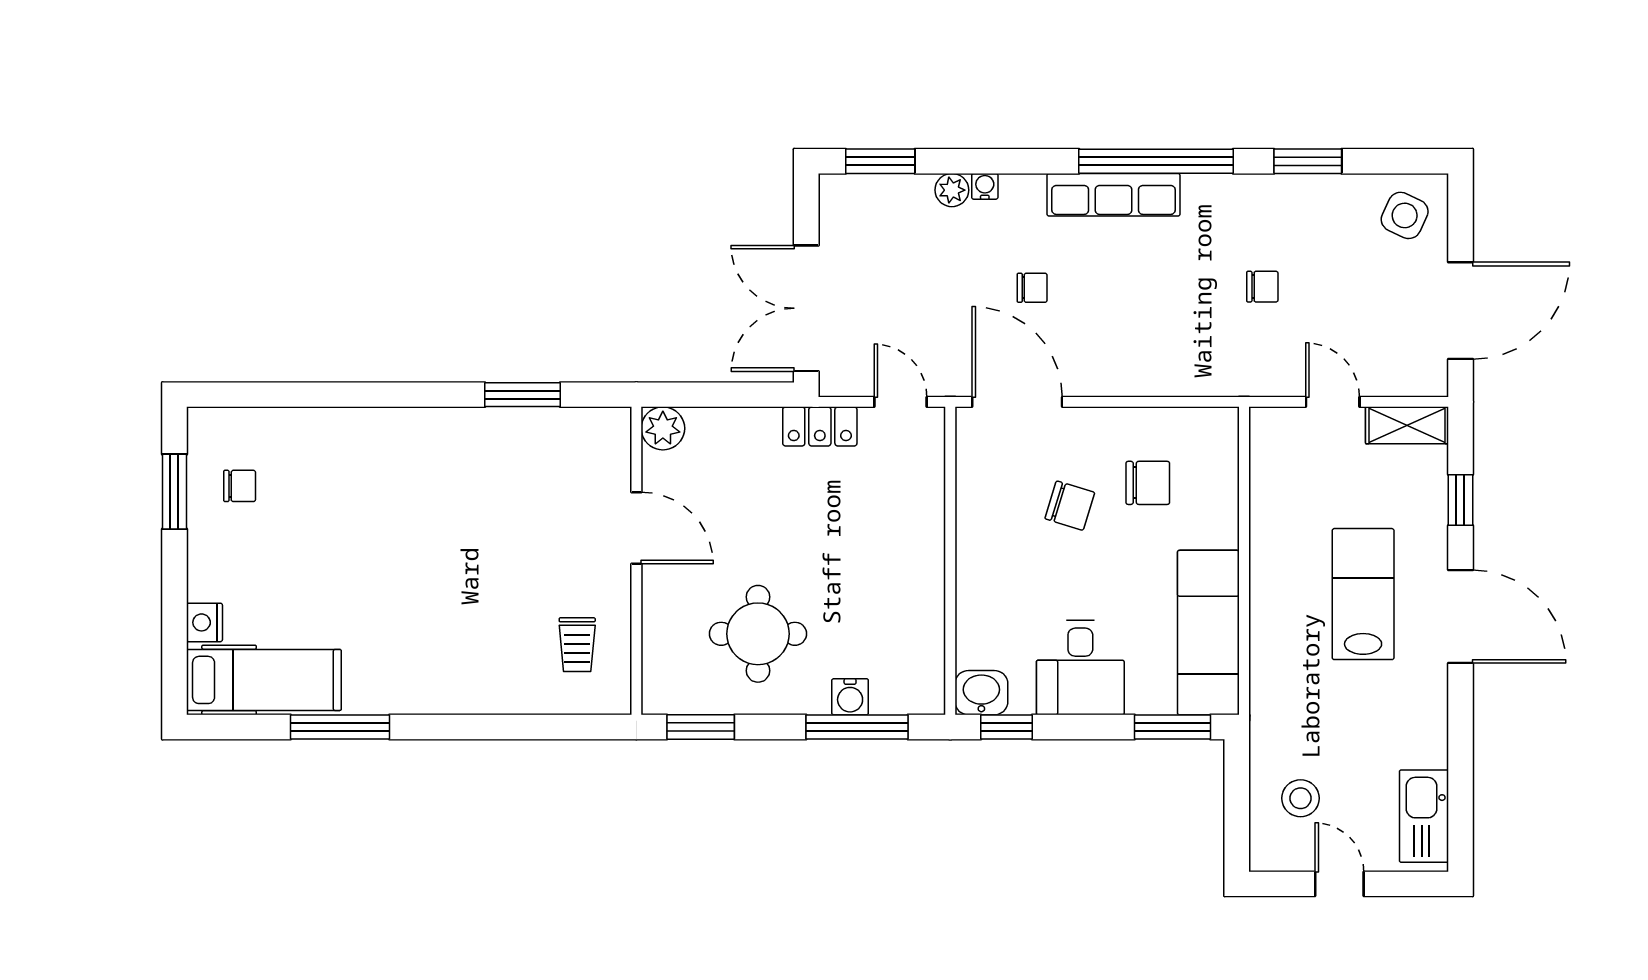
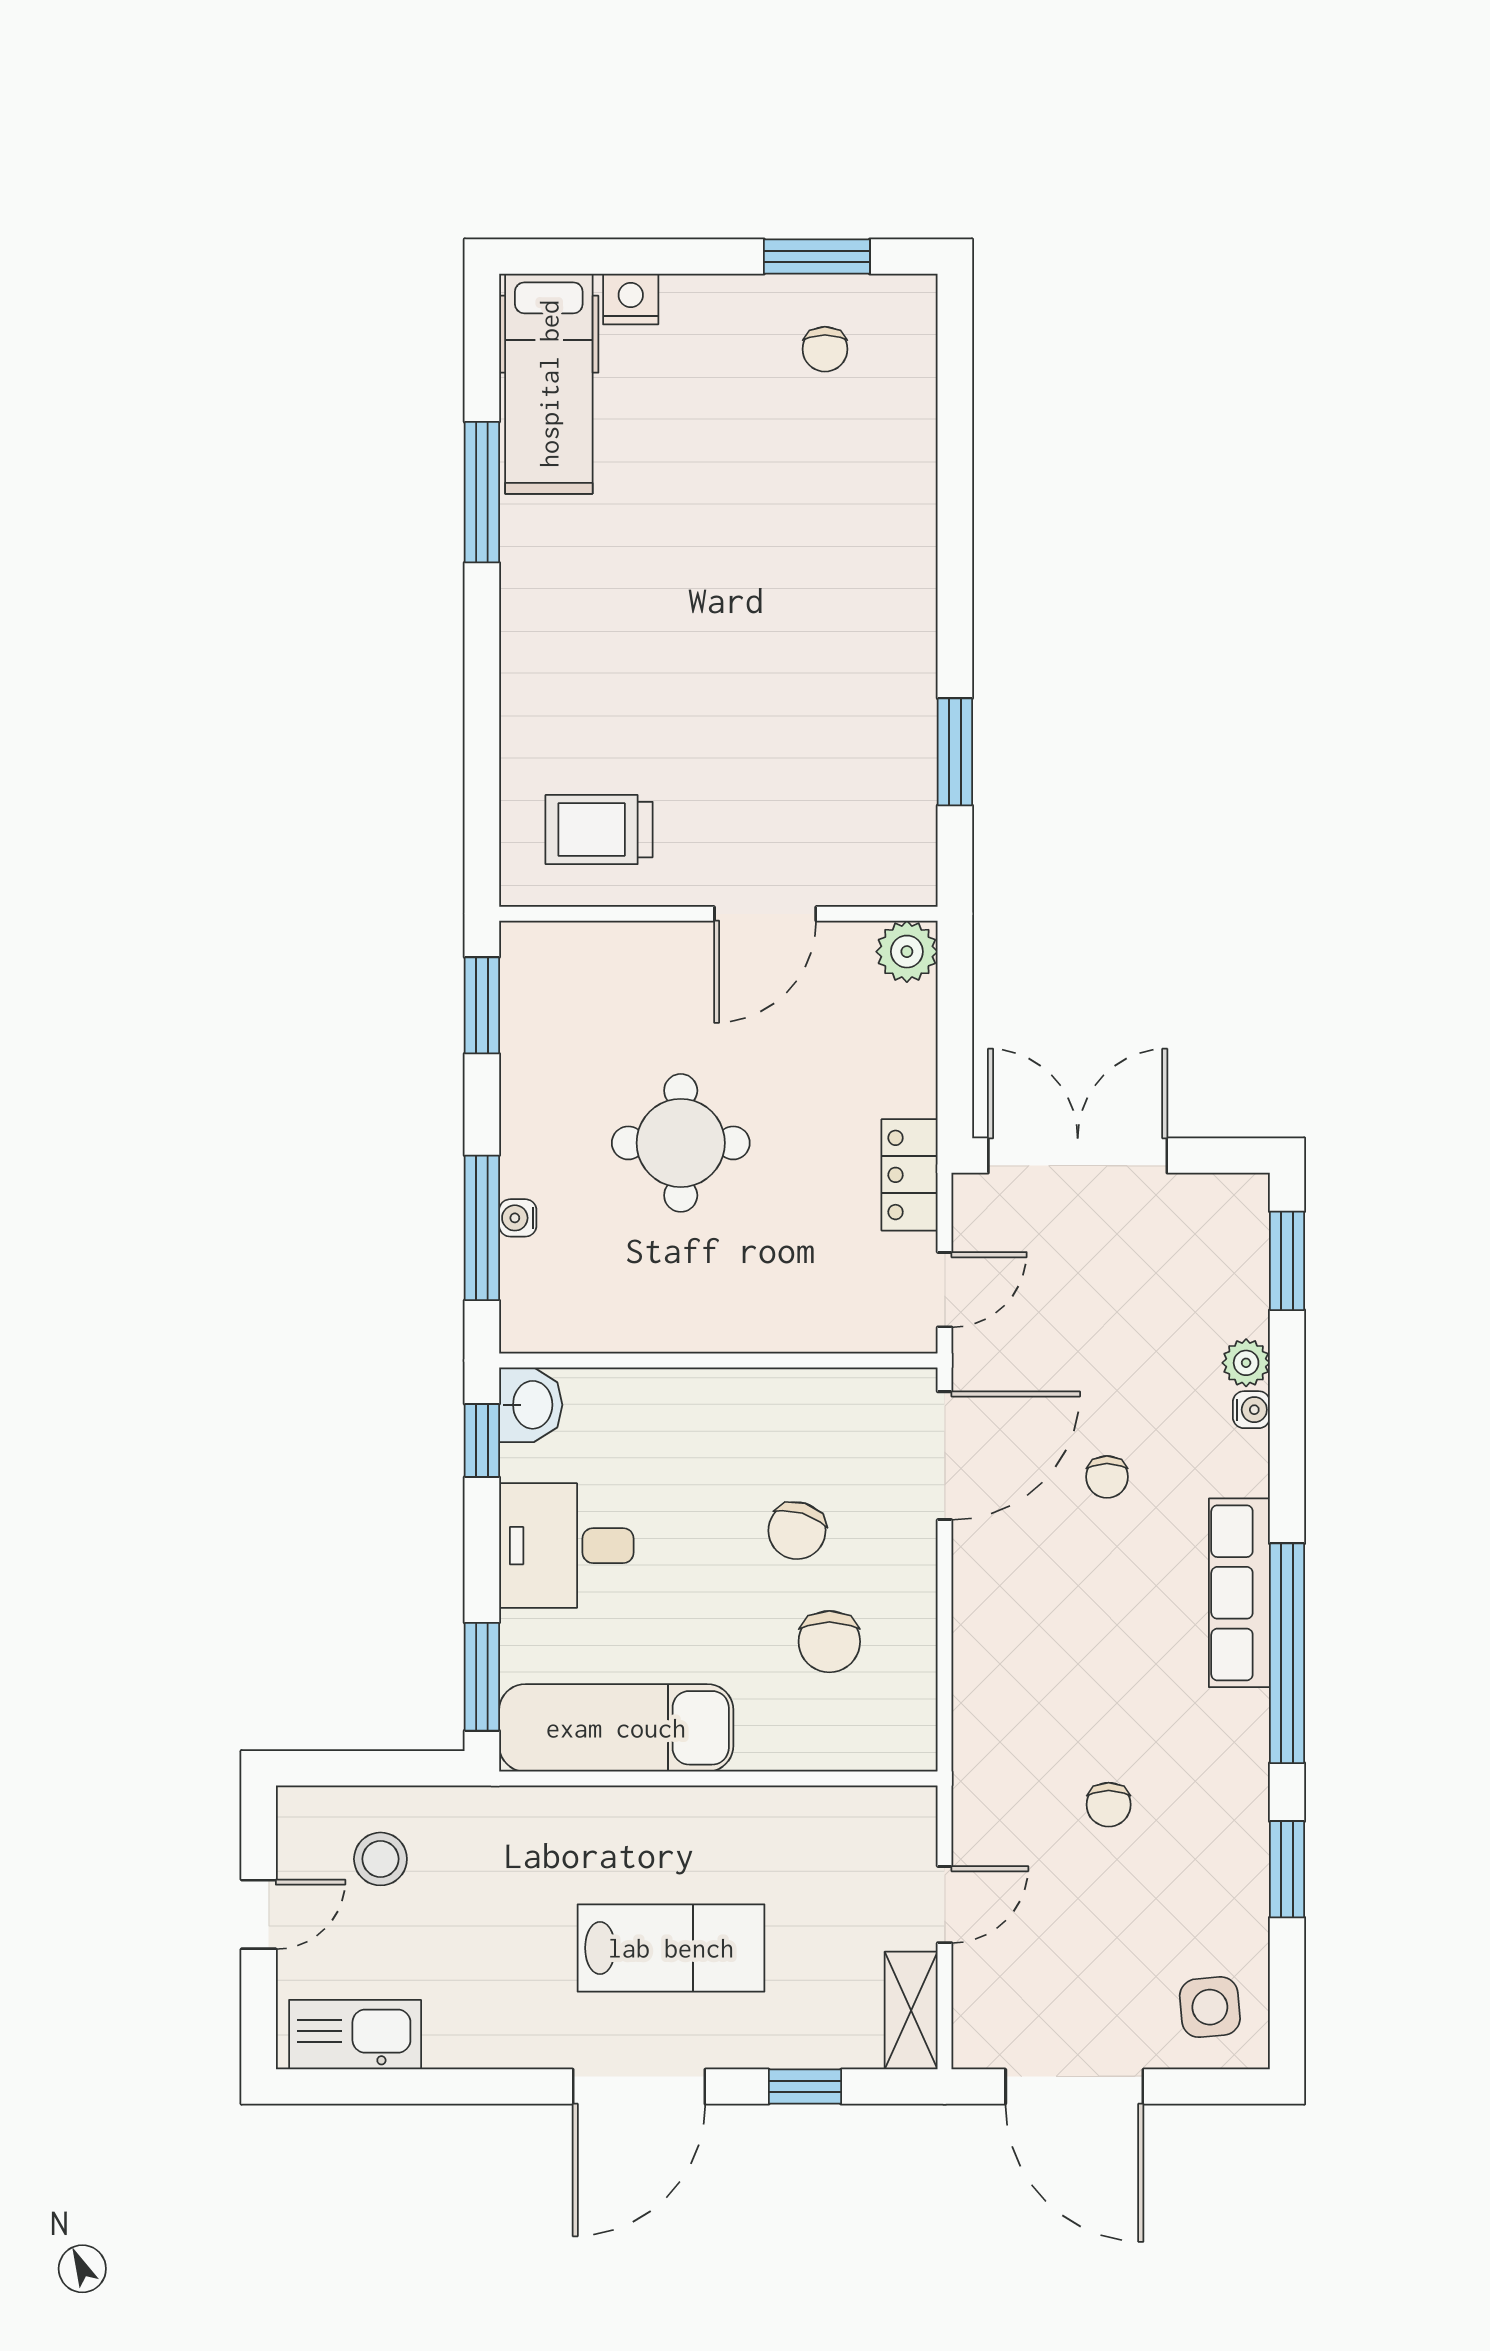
side table: (1405, 215) -> (1210, 2007), turned -30
round table: (758, 634) -> (681, 1143), moved
trolley: (577, 645) -> (599, 830), width x1.36, depth x1.39
water cooler: (850, 697) -> (518, 1218), width x0.72, depth x0.72

